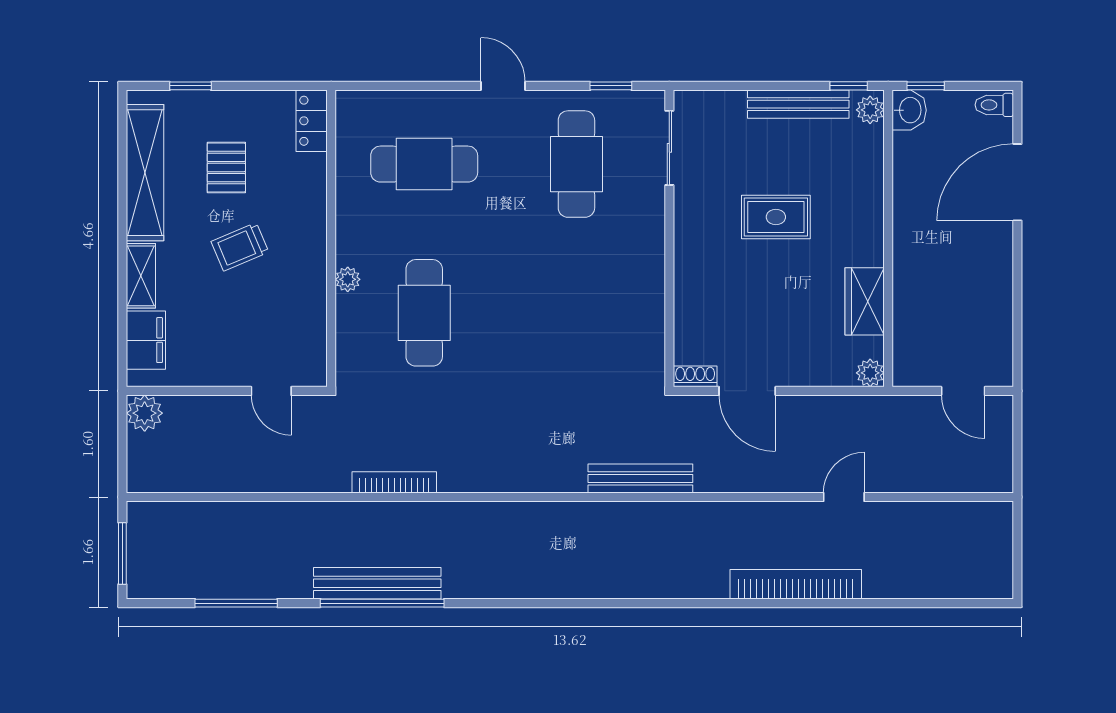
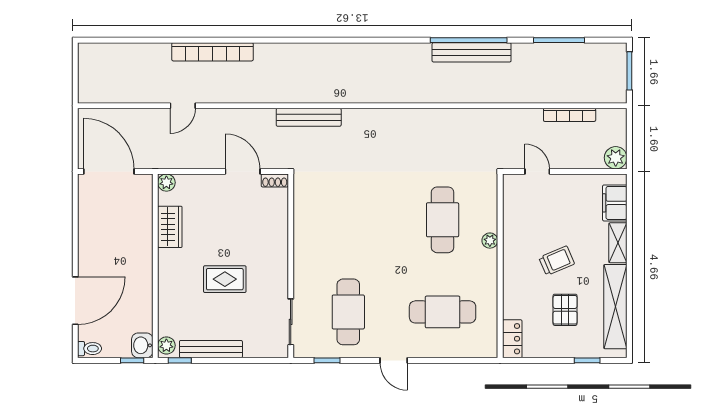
door: (963, 391) -> (109, 171), width x1.88
bookcase: (394, 482) -> (570, 115), moved

